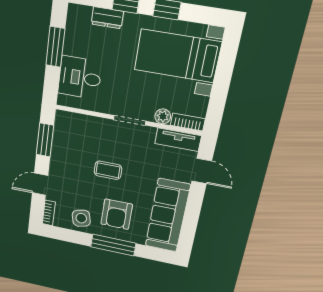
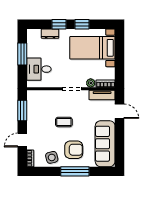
armchair: (117, 214) -> (74, 150), turned -90

